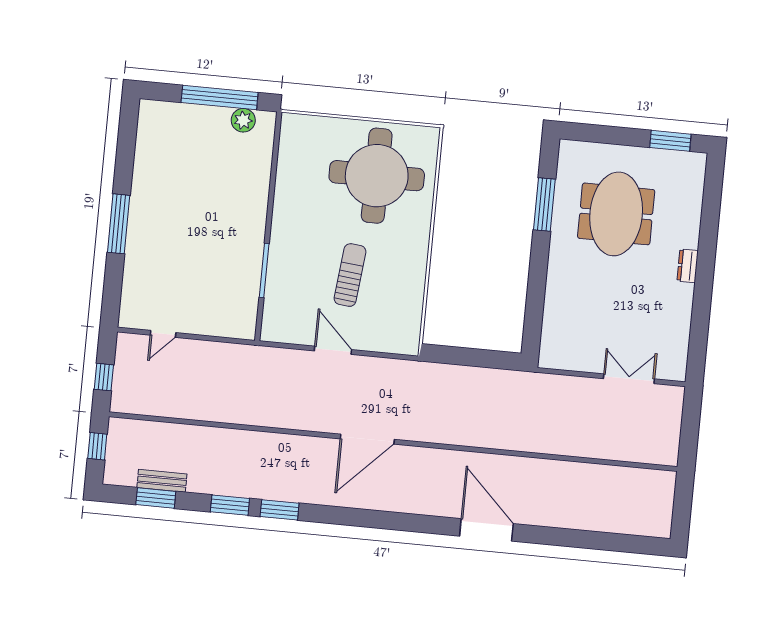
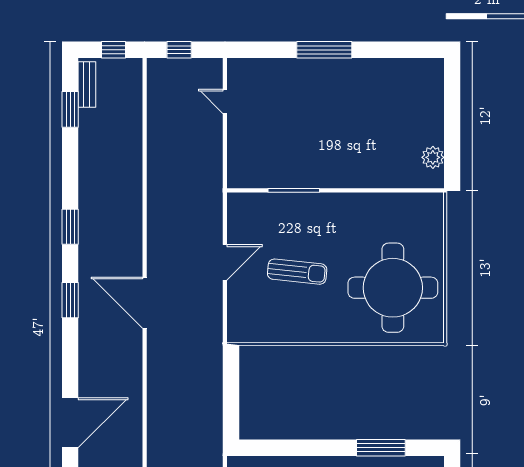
window: (220, 97) -> (452, 133), removed
bench: (162, 481) -> (87, 84), moved
window: (230, 505) -> (70, 300), moved

